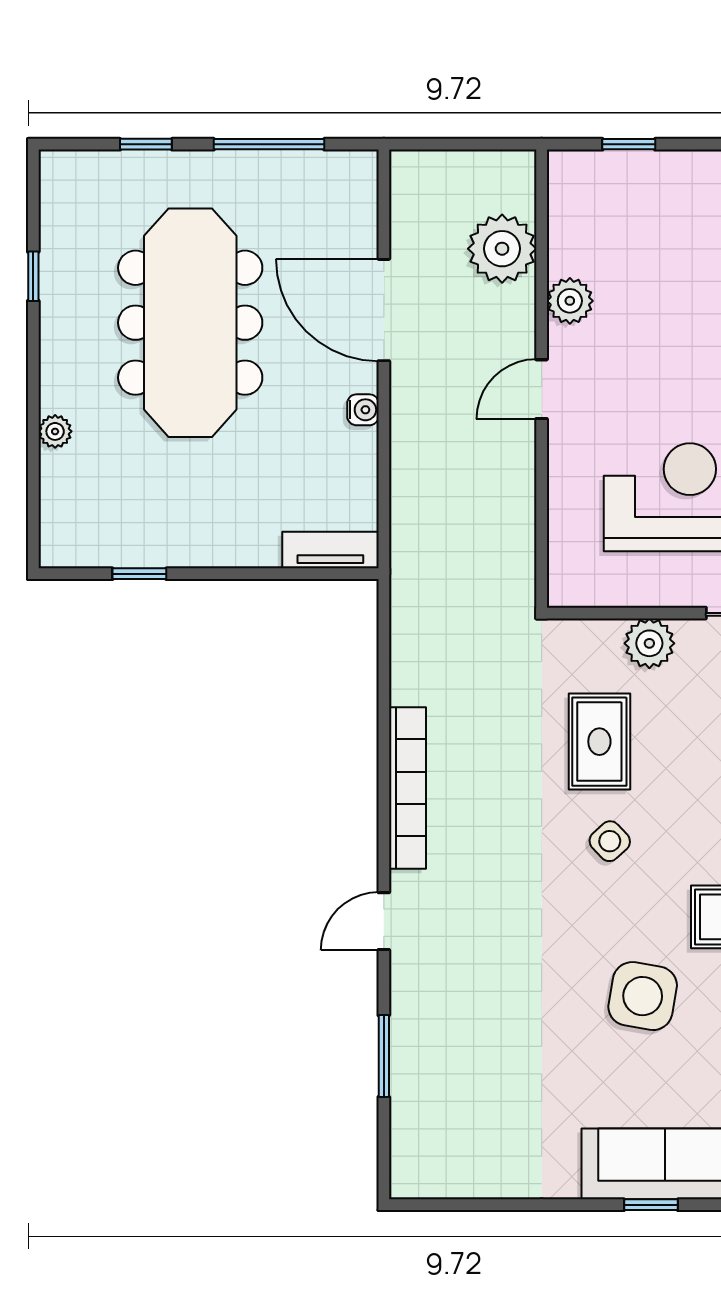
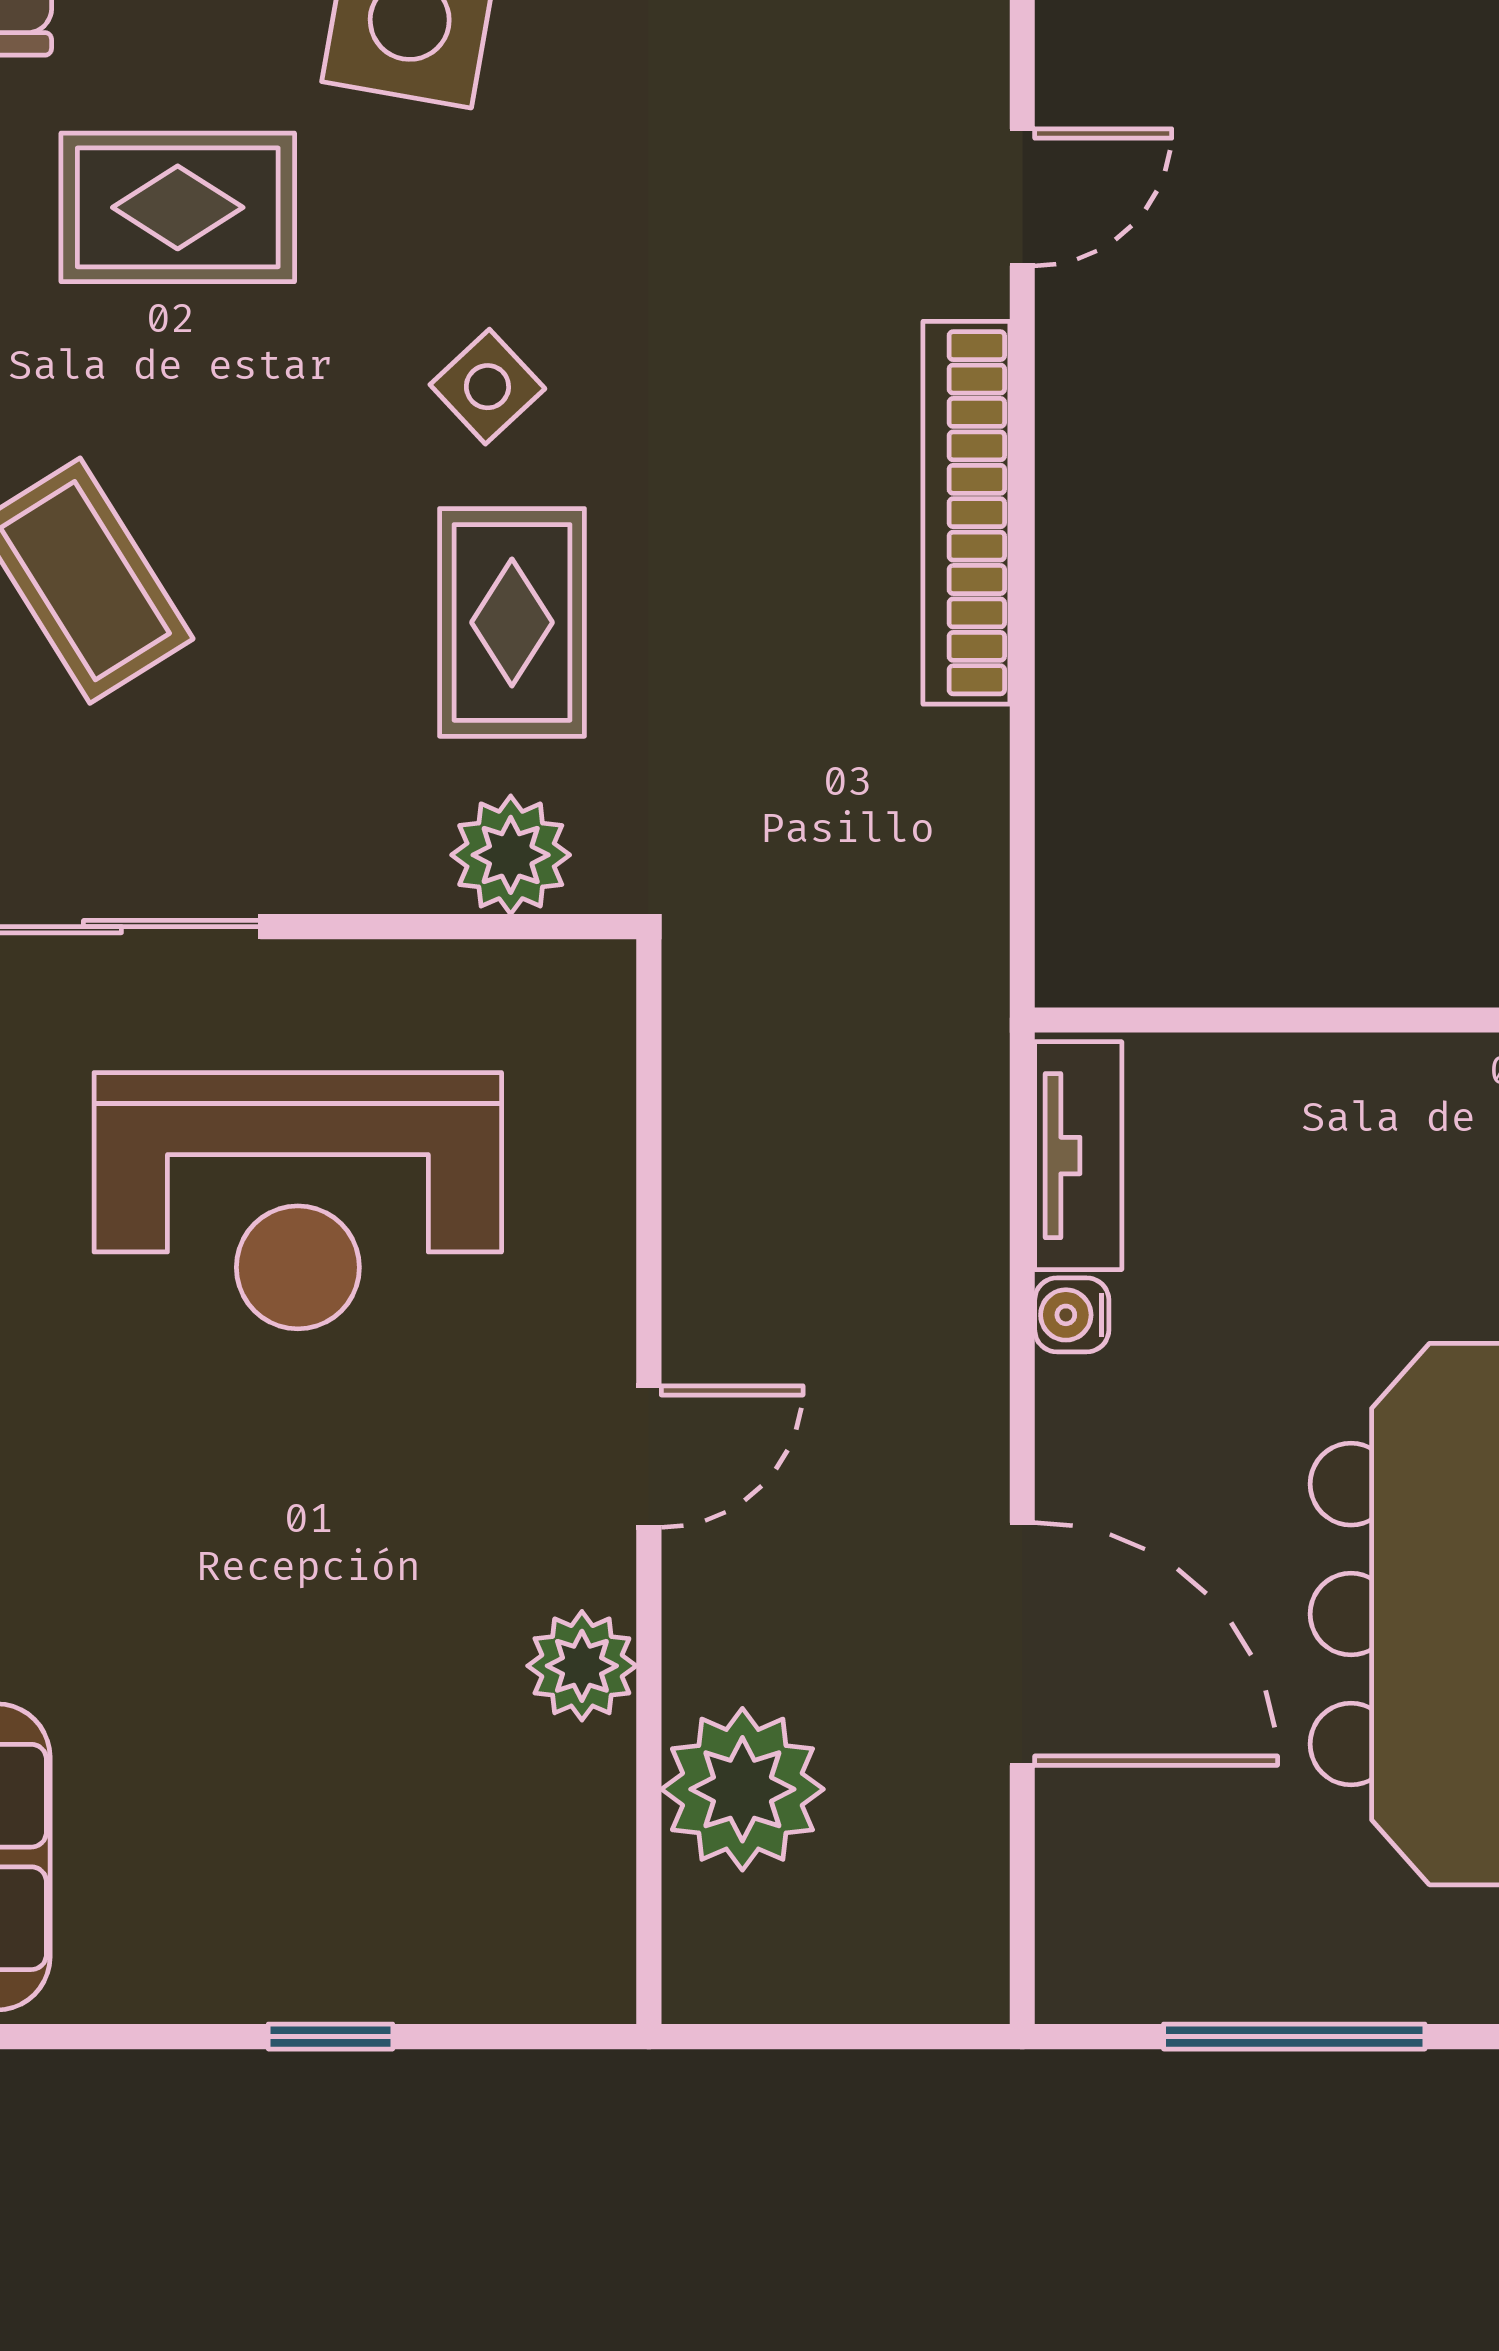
window: (629, 144) -> (331, 2037), moved
water cooler: (363, 410) -> (1072, 1315), moved
tv unit: (330, 550) -> (1078, 1156), moved, turned -90
plant: (649, 643) -> (511, 855), moved

